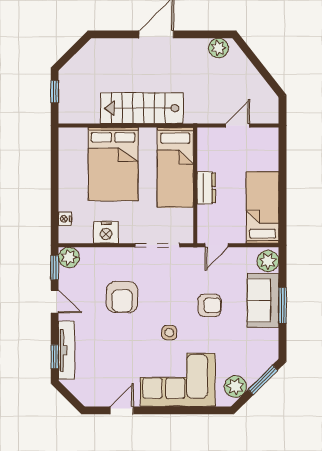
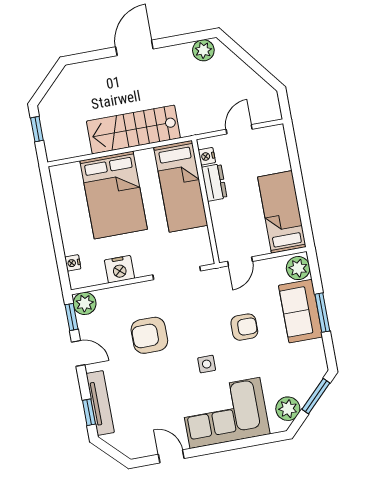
nightstand: (204, 145) -> (207, 156), added
dresser: (206, 188) -> (214, 183), moved
armchair: (122, 297) -> (149, 335), turned 90
door: (122, 410) -> (171, 456), hinge flipped

